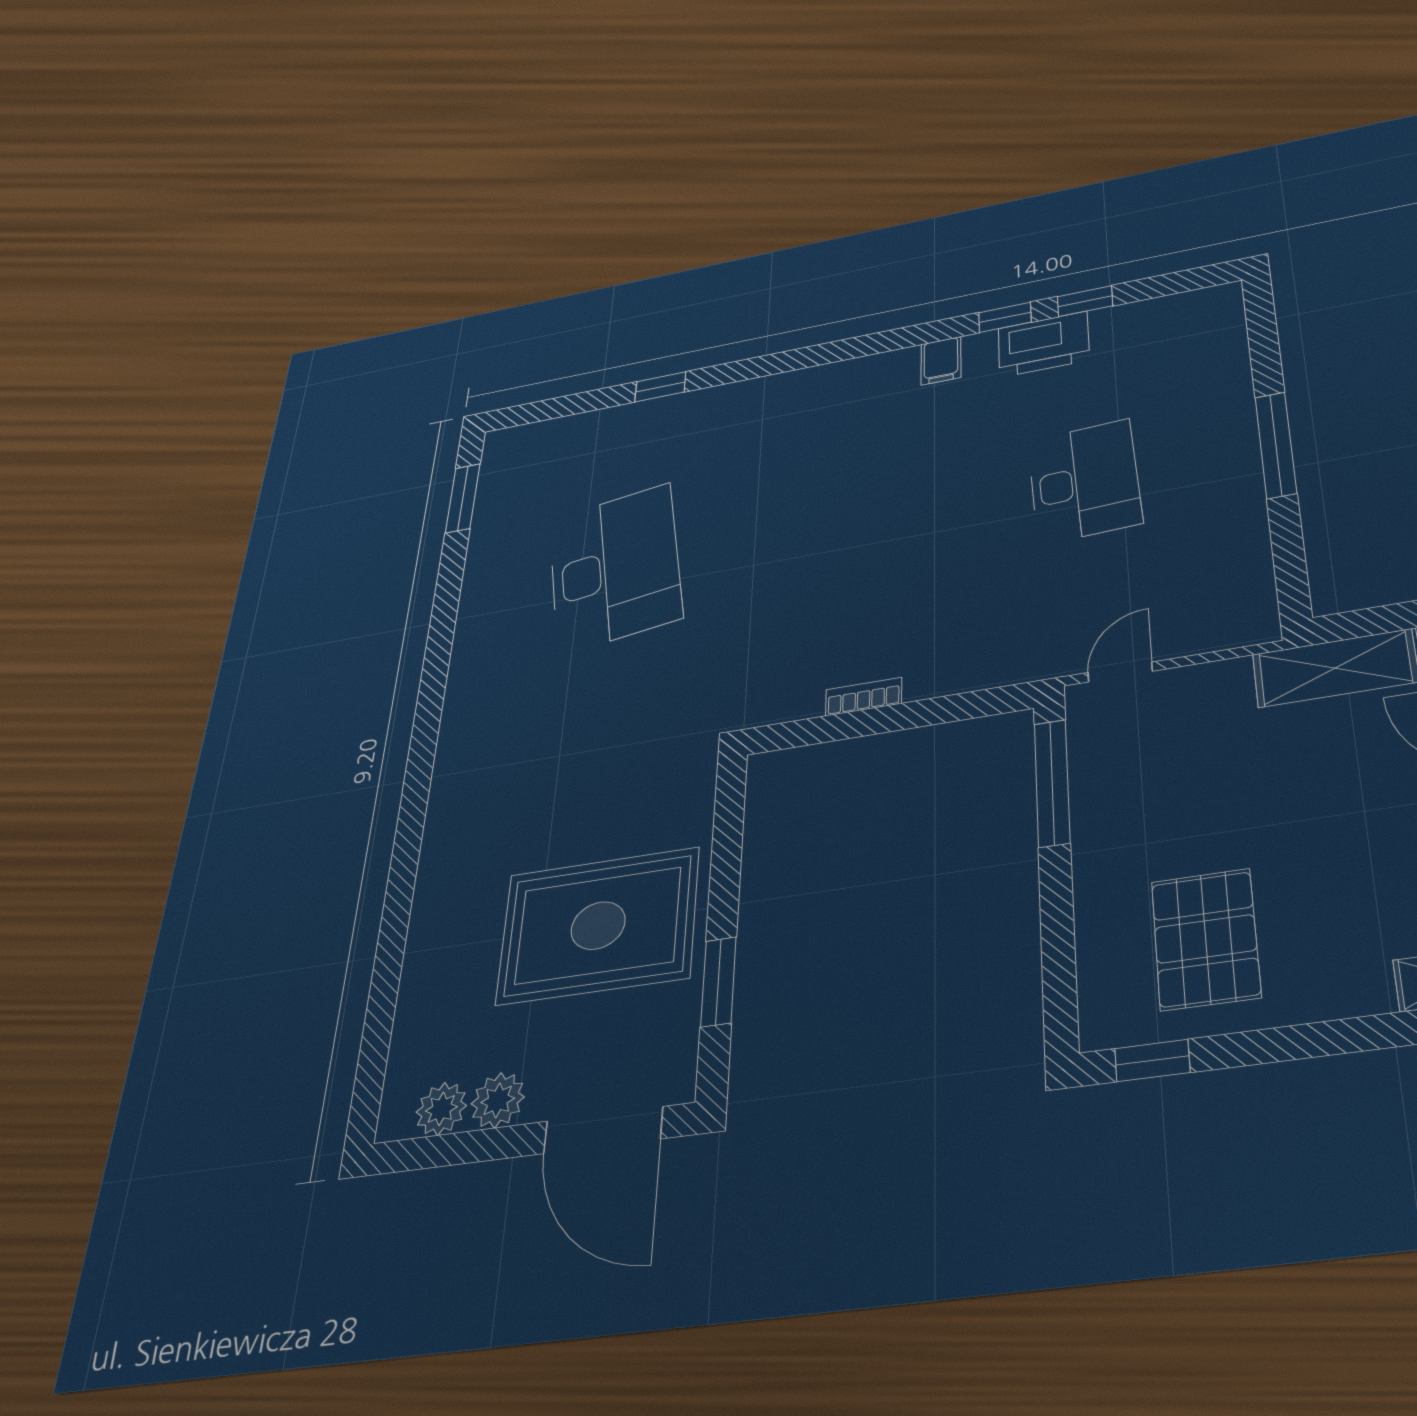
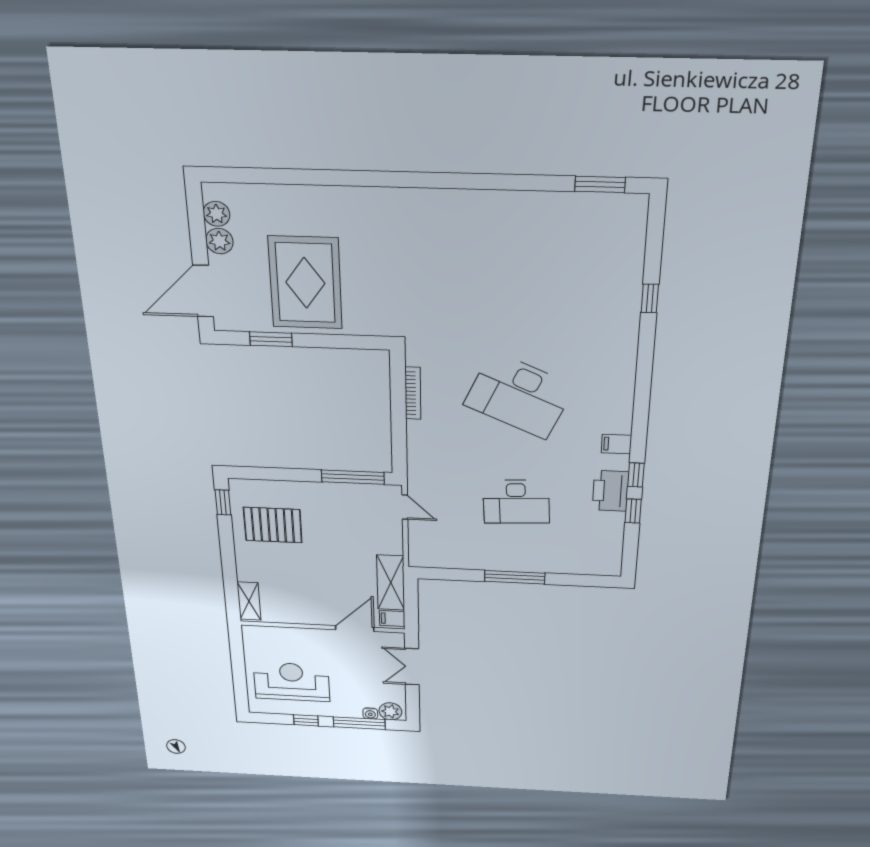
desk: (615, 568) -> (519, 395), moved, turned 33
bookcase: (864, 697) -> (413, 393), width x1.56

